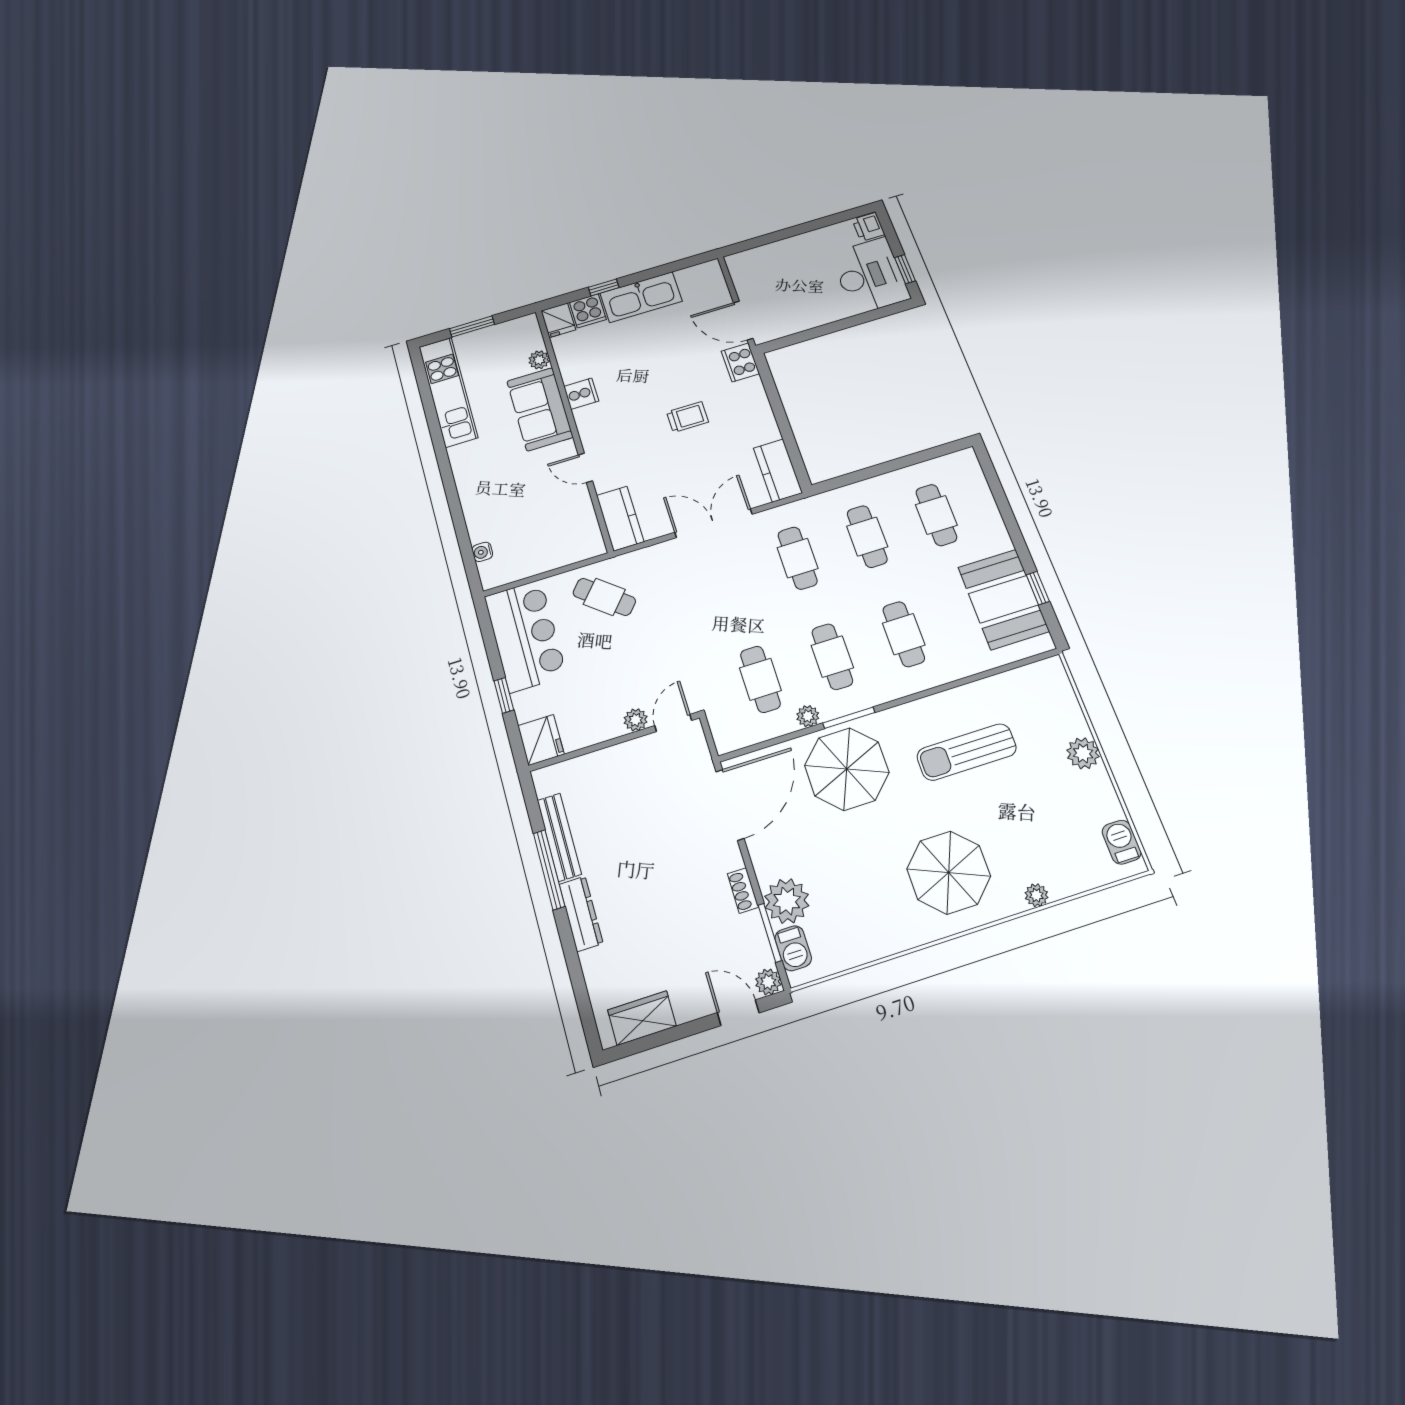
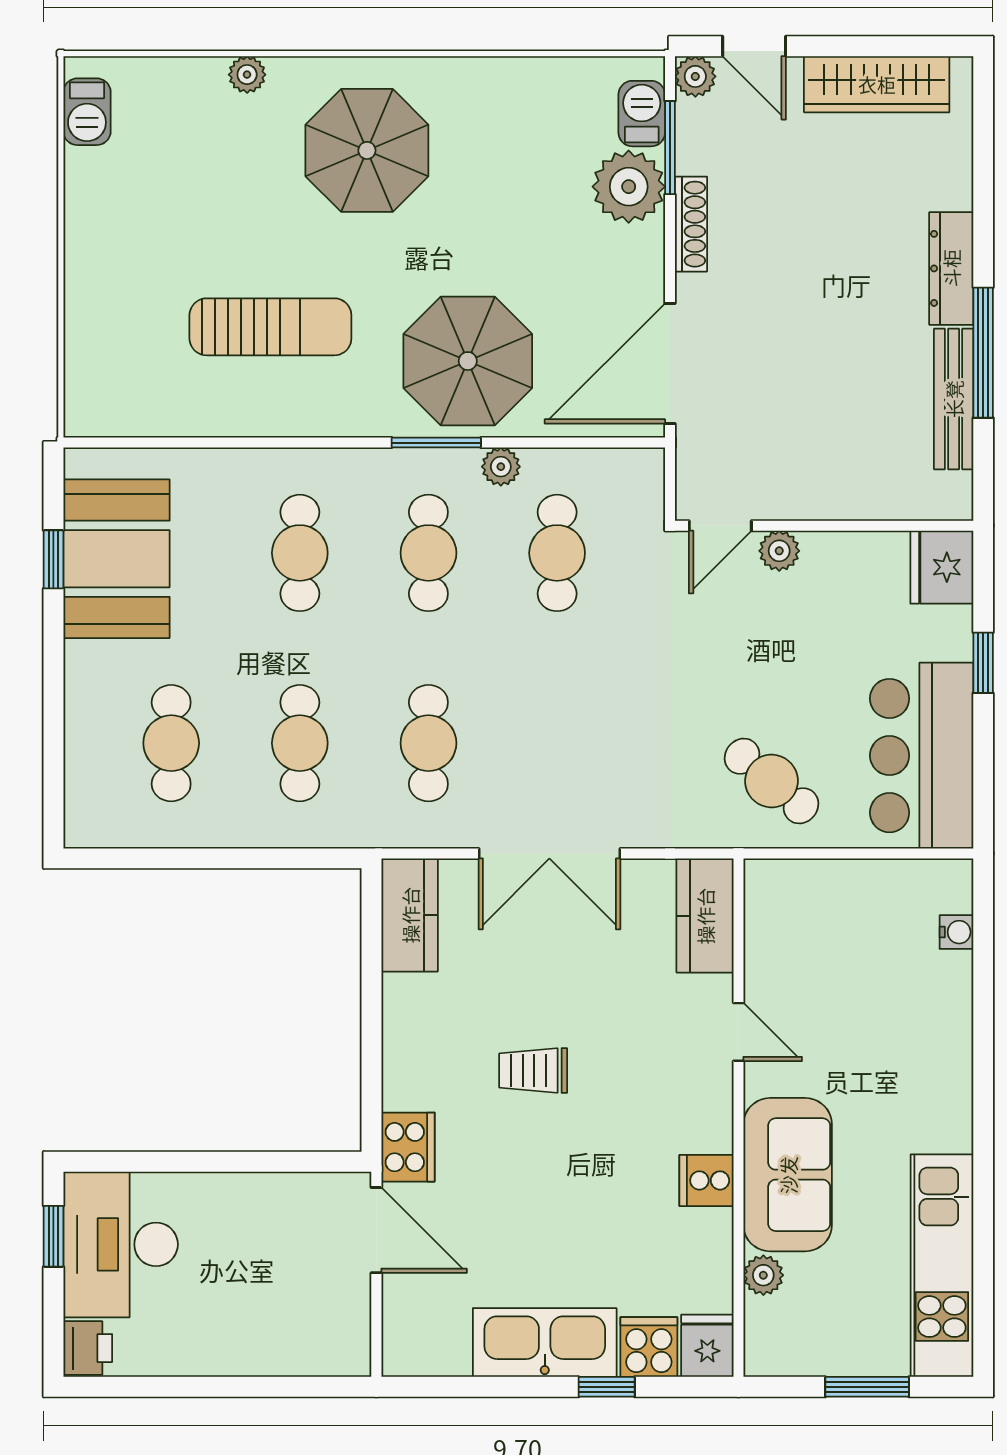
plant: (1083, 753) -> (90, 266), removed
shoe rack: (743, 891) -> (691, 224), width x1.43
wardrobe: (642, 1018) -> (877, 84), width x1.50

